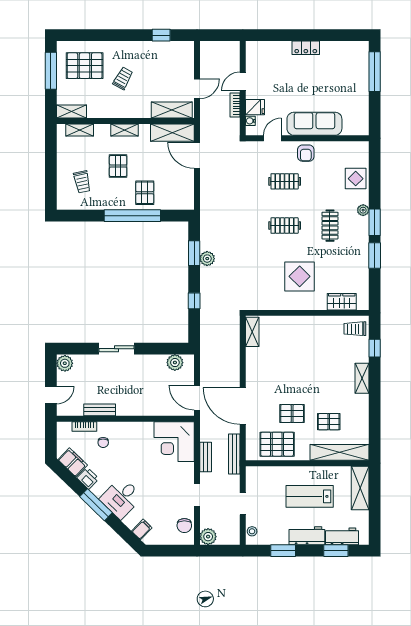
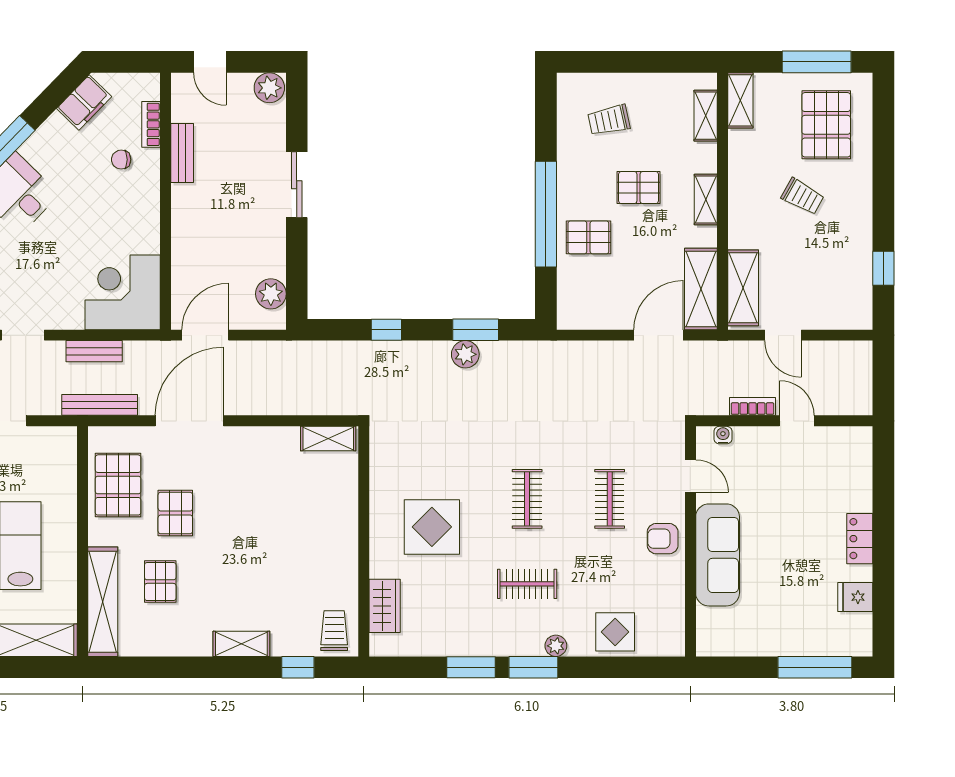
fridge: (255, 107) -> (855, 597), moved, turned 90
printer: (88, 478) -> (54, 131), removed

